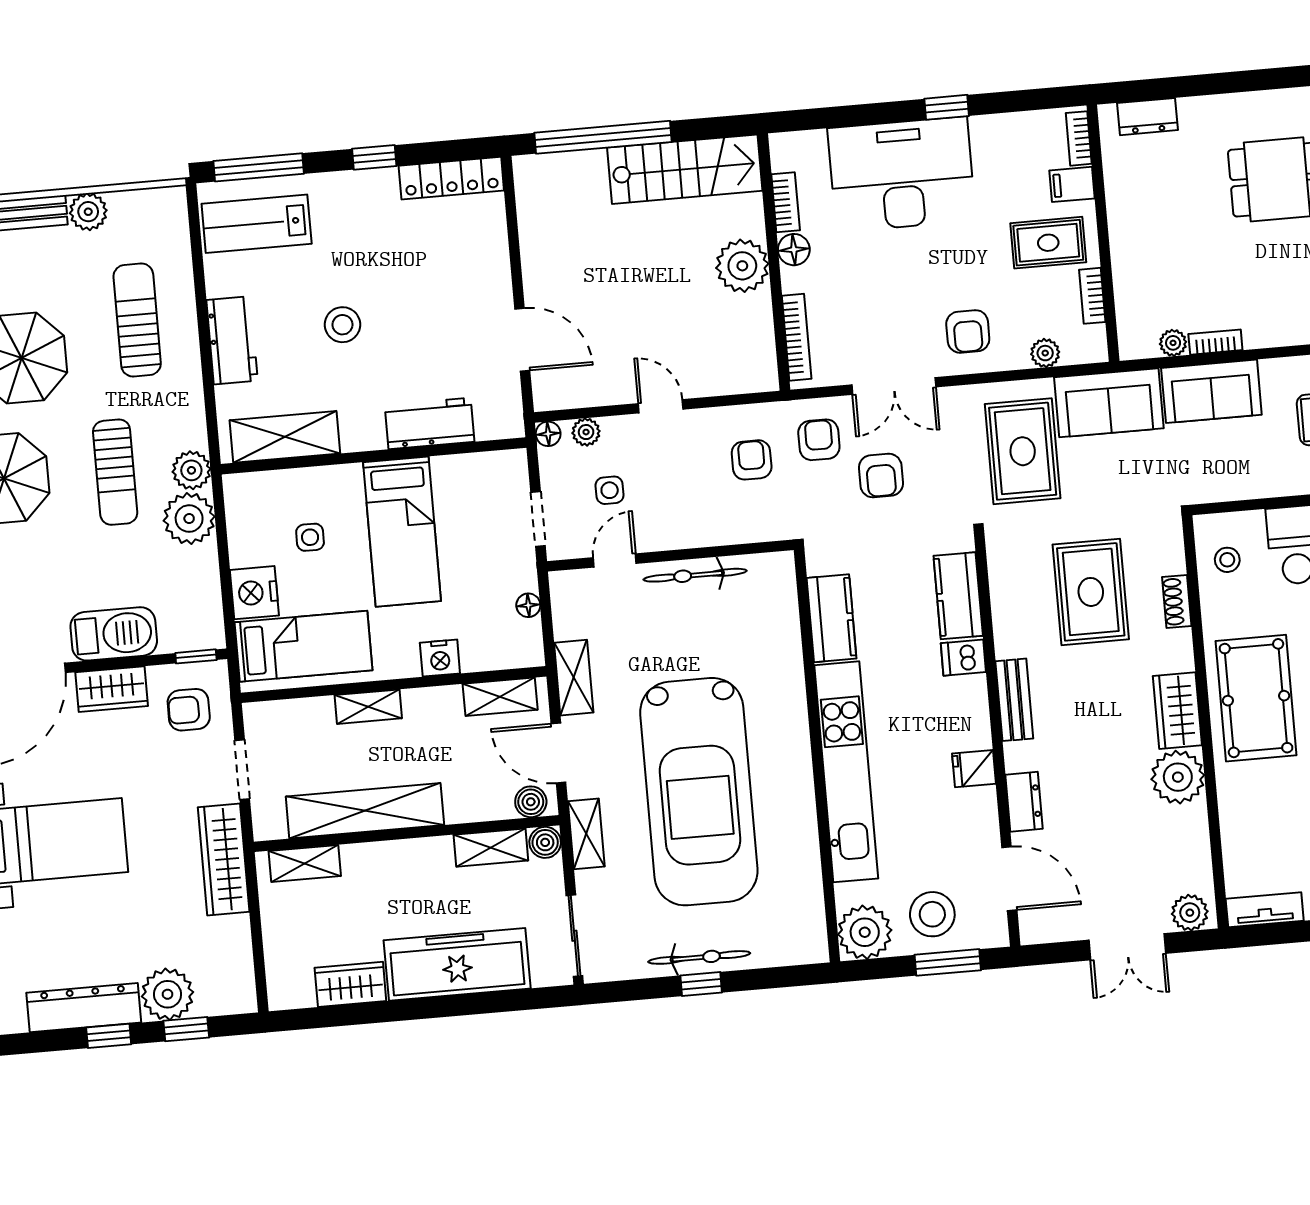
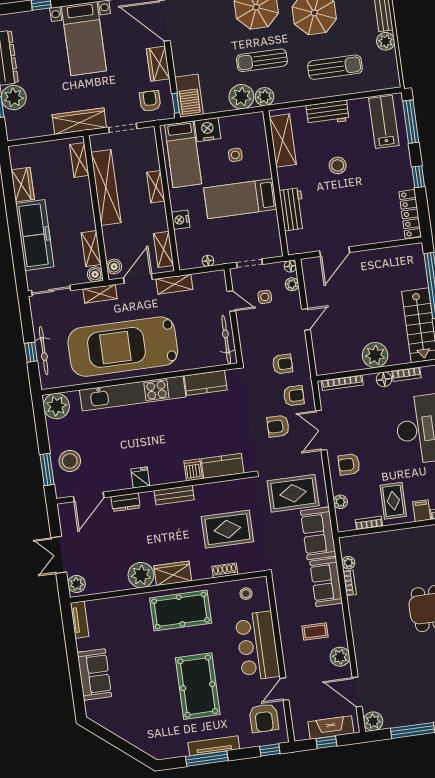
kitchen counter: (831, 618) -> (206, 383), moved
barbecue: (114, 634) -> (189, 96), moved
wall: (817, 756) -> (140, 379), moved
kitchen unit: (846, 772) -> (133, 393), moved
plant: (865, 932) -> (56, 406), moved

